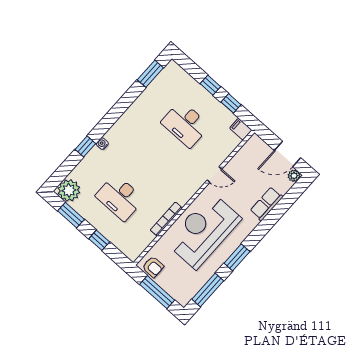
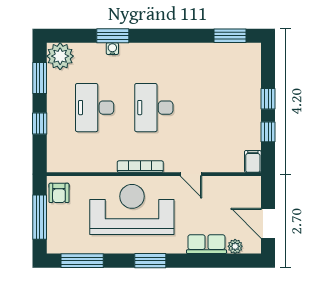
desk: (185, 124) -> (154, 108), moved
water cooler: (102, 144) -> (112, 49), moved
window: (85, 146) -> (113, 36), width x1.50
plant: (294, 176) -> (235, 246), moved
bookcase: (166, 219) -> (140, 167), moved
window: (237, 257) -> (150, 261), moved

